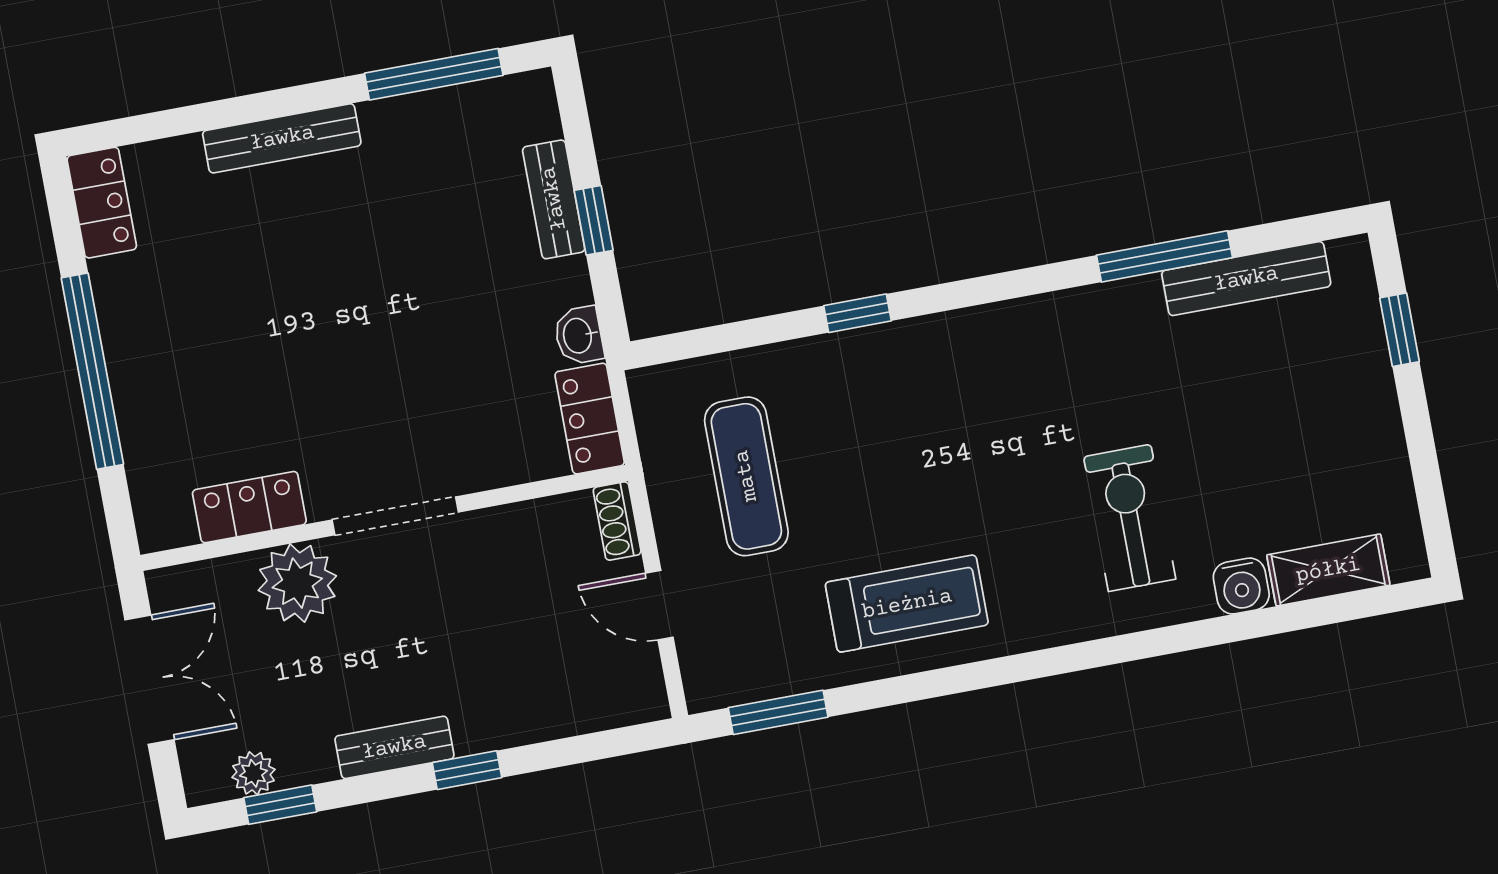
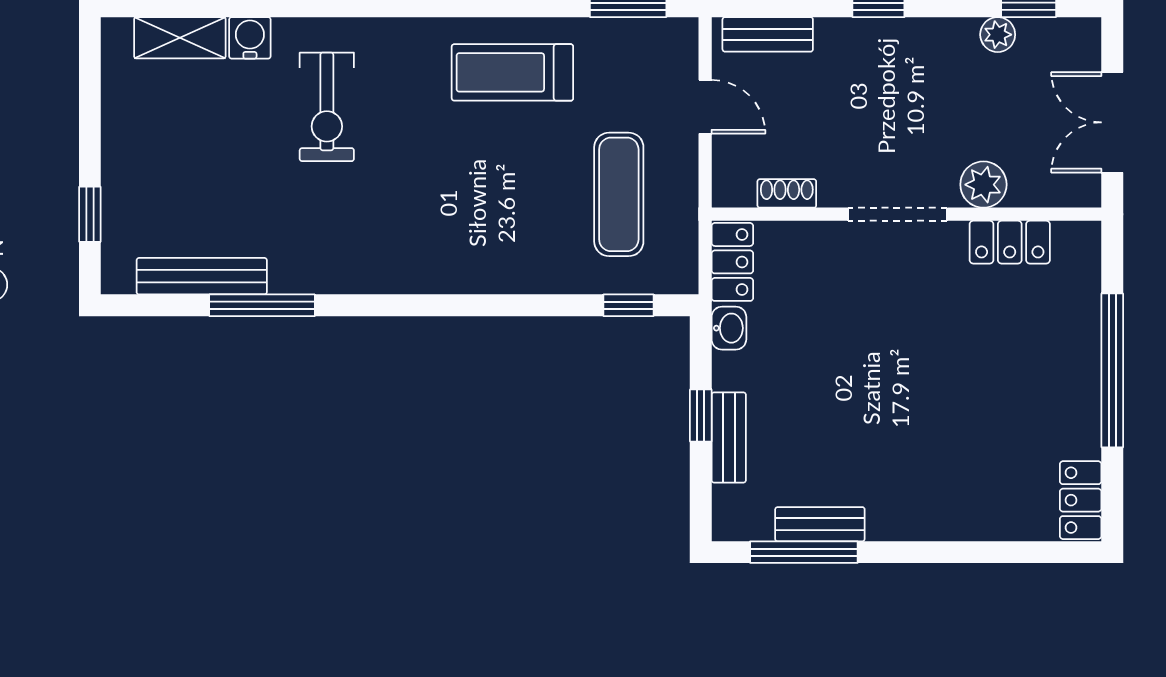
bench: (282, 138) -> (820, 524), moved, width x0.73
window: (857, 313) -> (629, 305), moved
shoe rack: (617, 521) -> (787, 193), moved, turned -90
plant: (297, 583) -> (983, 185), width x0.73, depth x0.73
bench: (394, 747) -> (768, 34), moved
plant: (253, 773) -> (998, 35), moved

